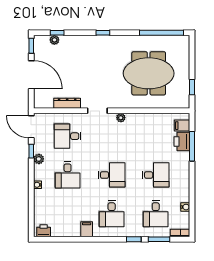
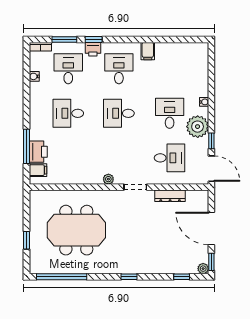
plant: (54, 40) -> (203, 269), moved
window: (192, 87) -> (26, 240), moved
plant: (39, 159) -> (198, 127), width x1.88, depth x1.88
printer: (44, 231) -> (93, 49), moved

